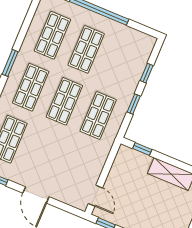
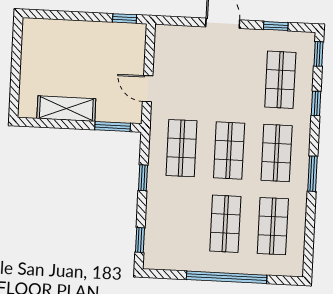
window: (147, 73) -> (140, 240), moved
window: (142, 149) -> (113, 127), width x1.50
door: (95, 196) -> (148, 89), moved

